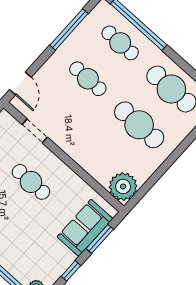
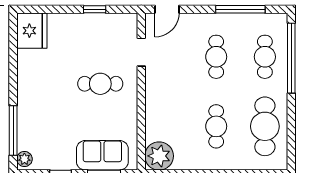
cafe table: (139, 125) -> (216, 126), width x0.73, depth x0.74
cafe table: (31, 182) -> (100, 84), turned 90

